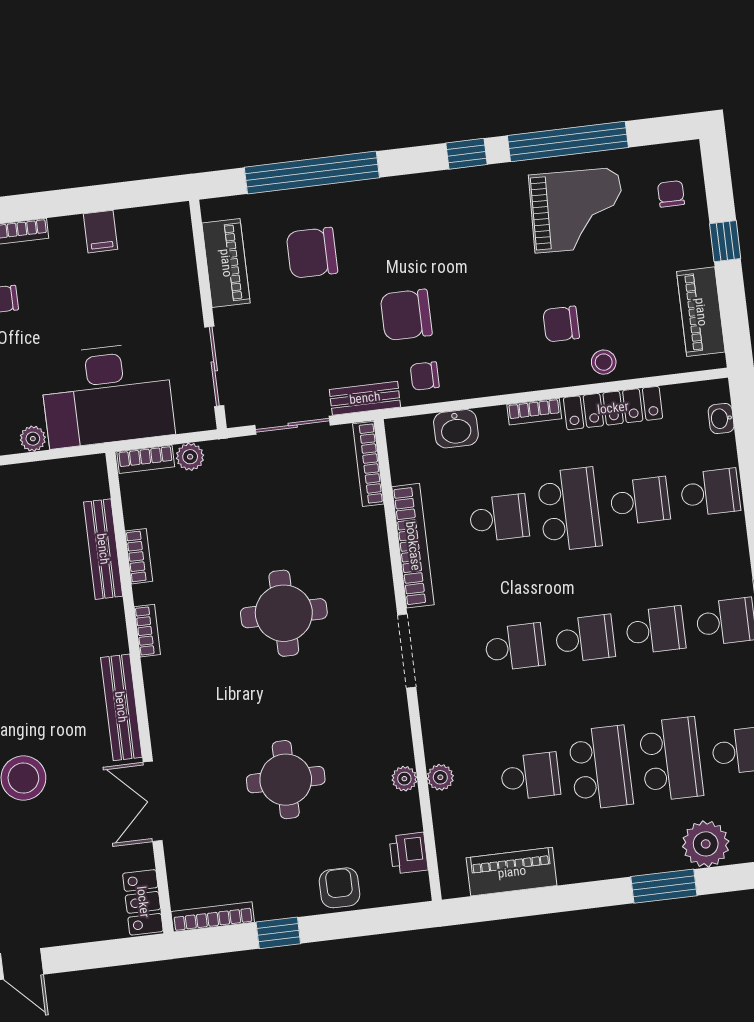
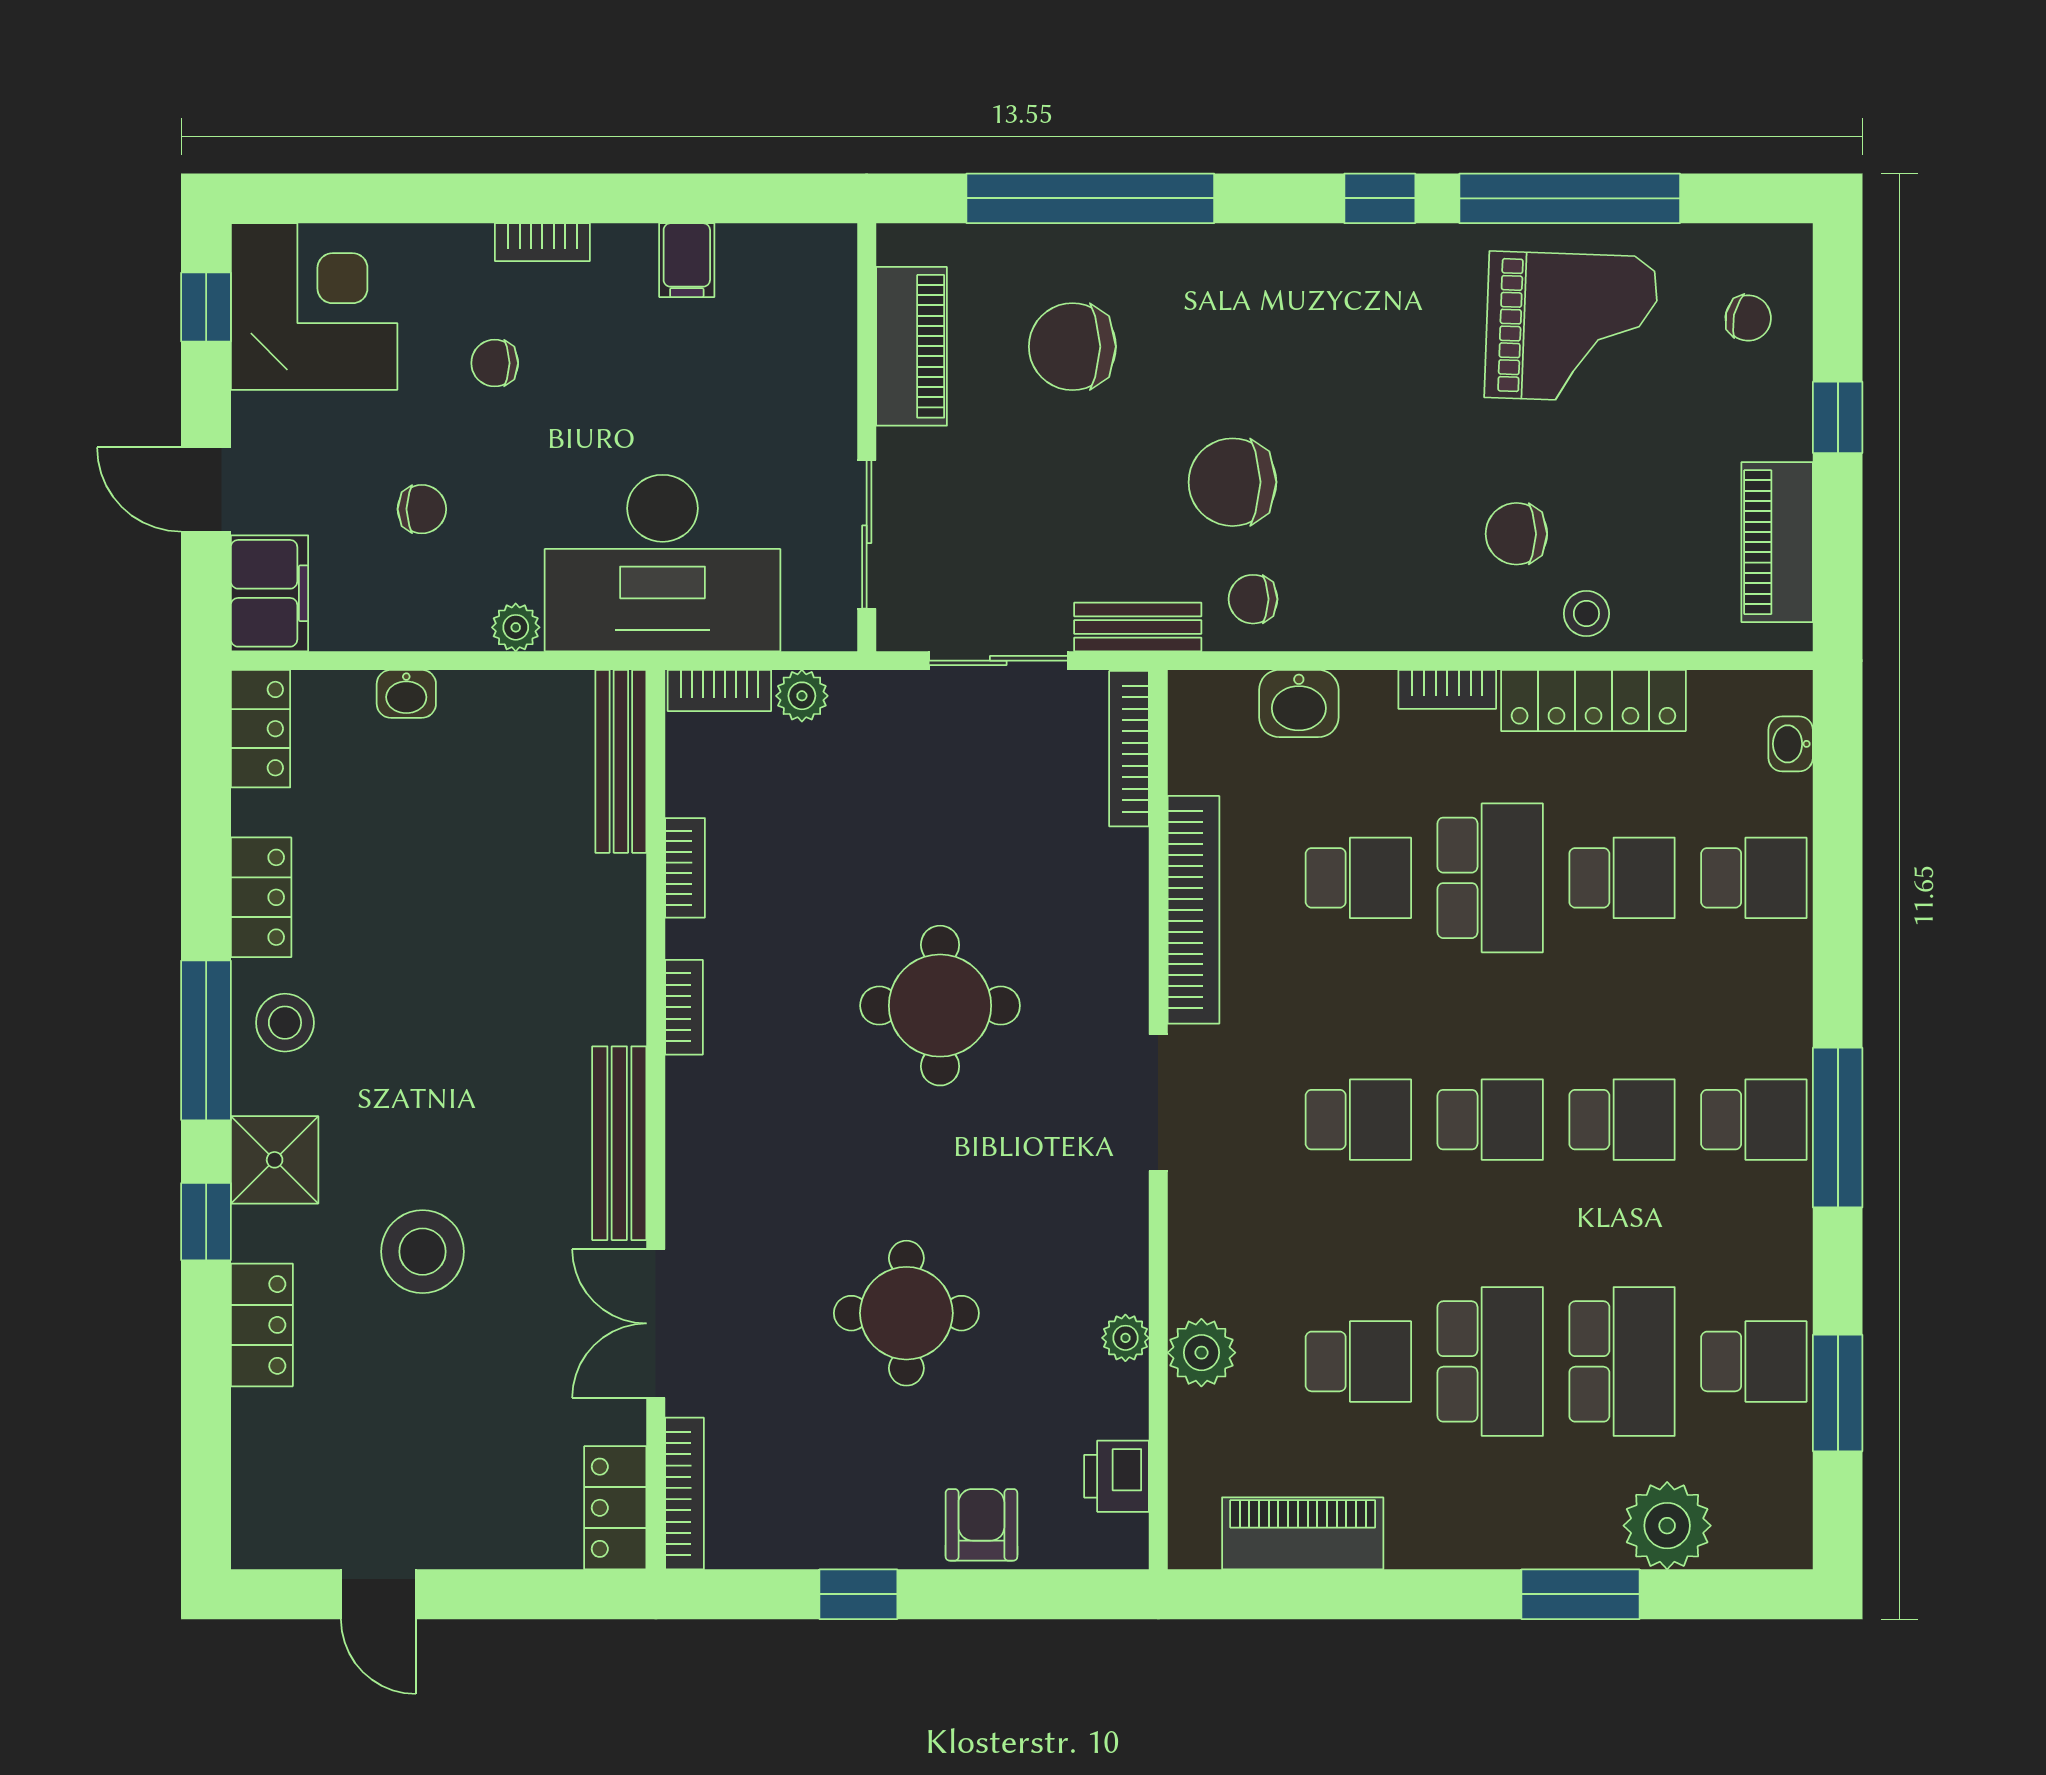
chair: (671, 194) -> (1748, 318), turned 103
bench: (103, 549) -> (621, 761), moved
plant: (440, 777) -> (1201, 1353), width x1.38, depth x1.38
bookcase: (213, 917) -> (684, 1494), moved, turned 90

